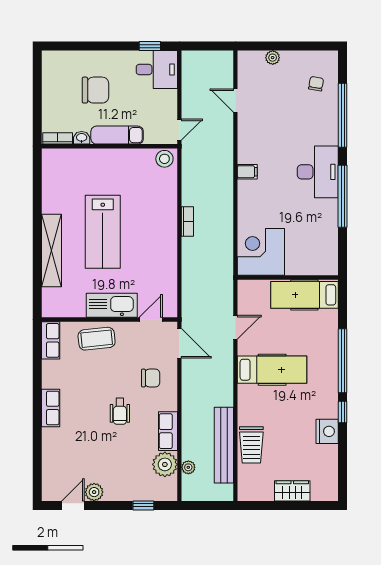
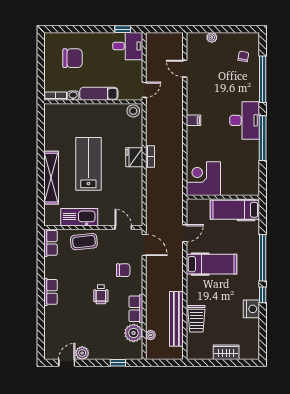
chair: (95, 90) -> (73, 58), moved
fridge: (166, 223) -> (134, 157), added
lab bench: (103, 232) -> (88, 164), turned 180
kitchen sink: (112, 305) -> (79, 217), moved
door: (151, 320) -> (123, 228), hinge flipped

